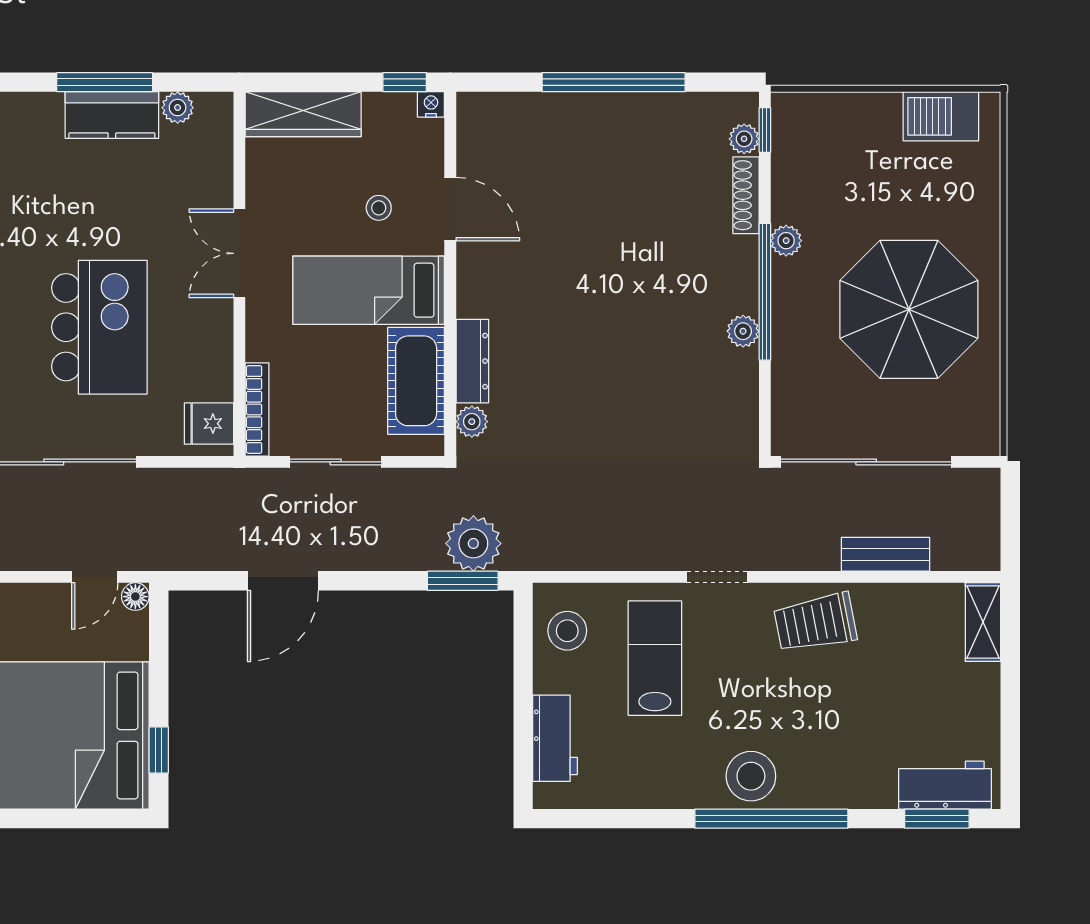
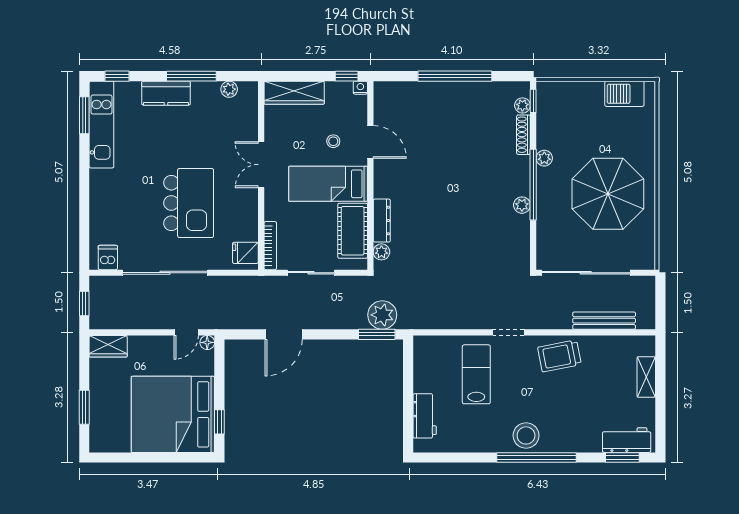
kitchen counter: (112, 115) -> (166, 93), moved
bench: (886, 554) -> (604, 321), width x1.36
shelving: (983, 622) -> (646, 377), moved
stool: (567, 631) -> (431, 360), removed

